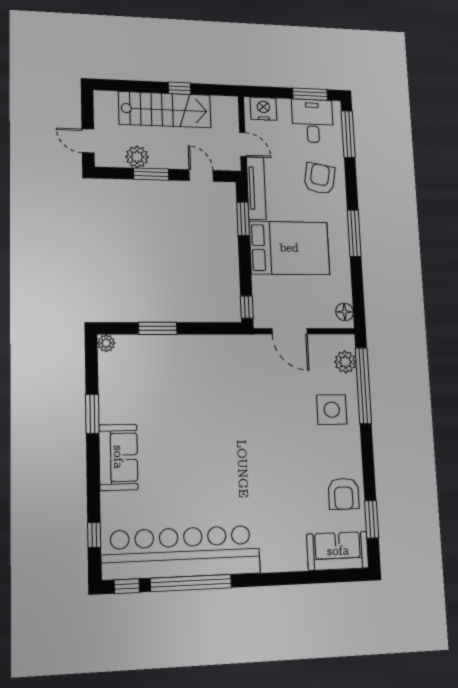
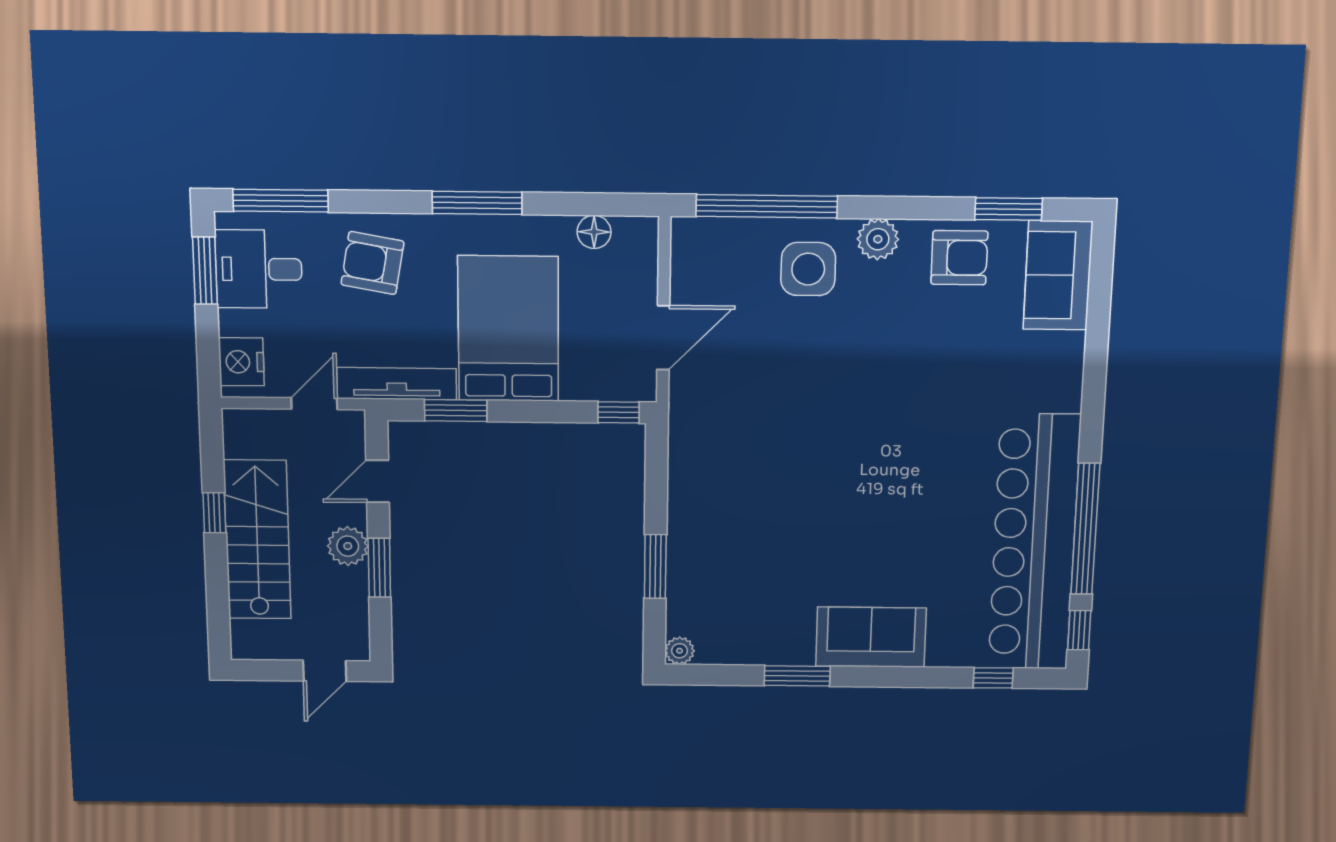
plant: (137, 157) -> (348, 546), moved
floor lamp: (345, 312) -> (594, 232), moved
plant: (345, 362) -> (878, 239), moved

